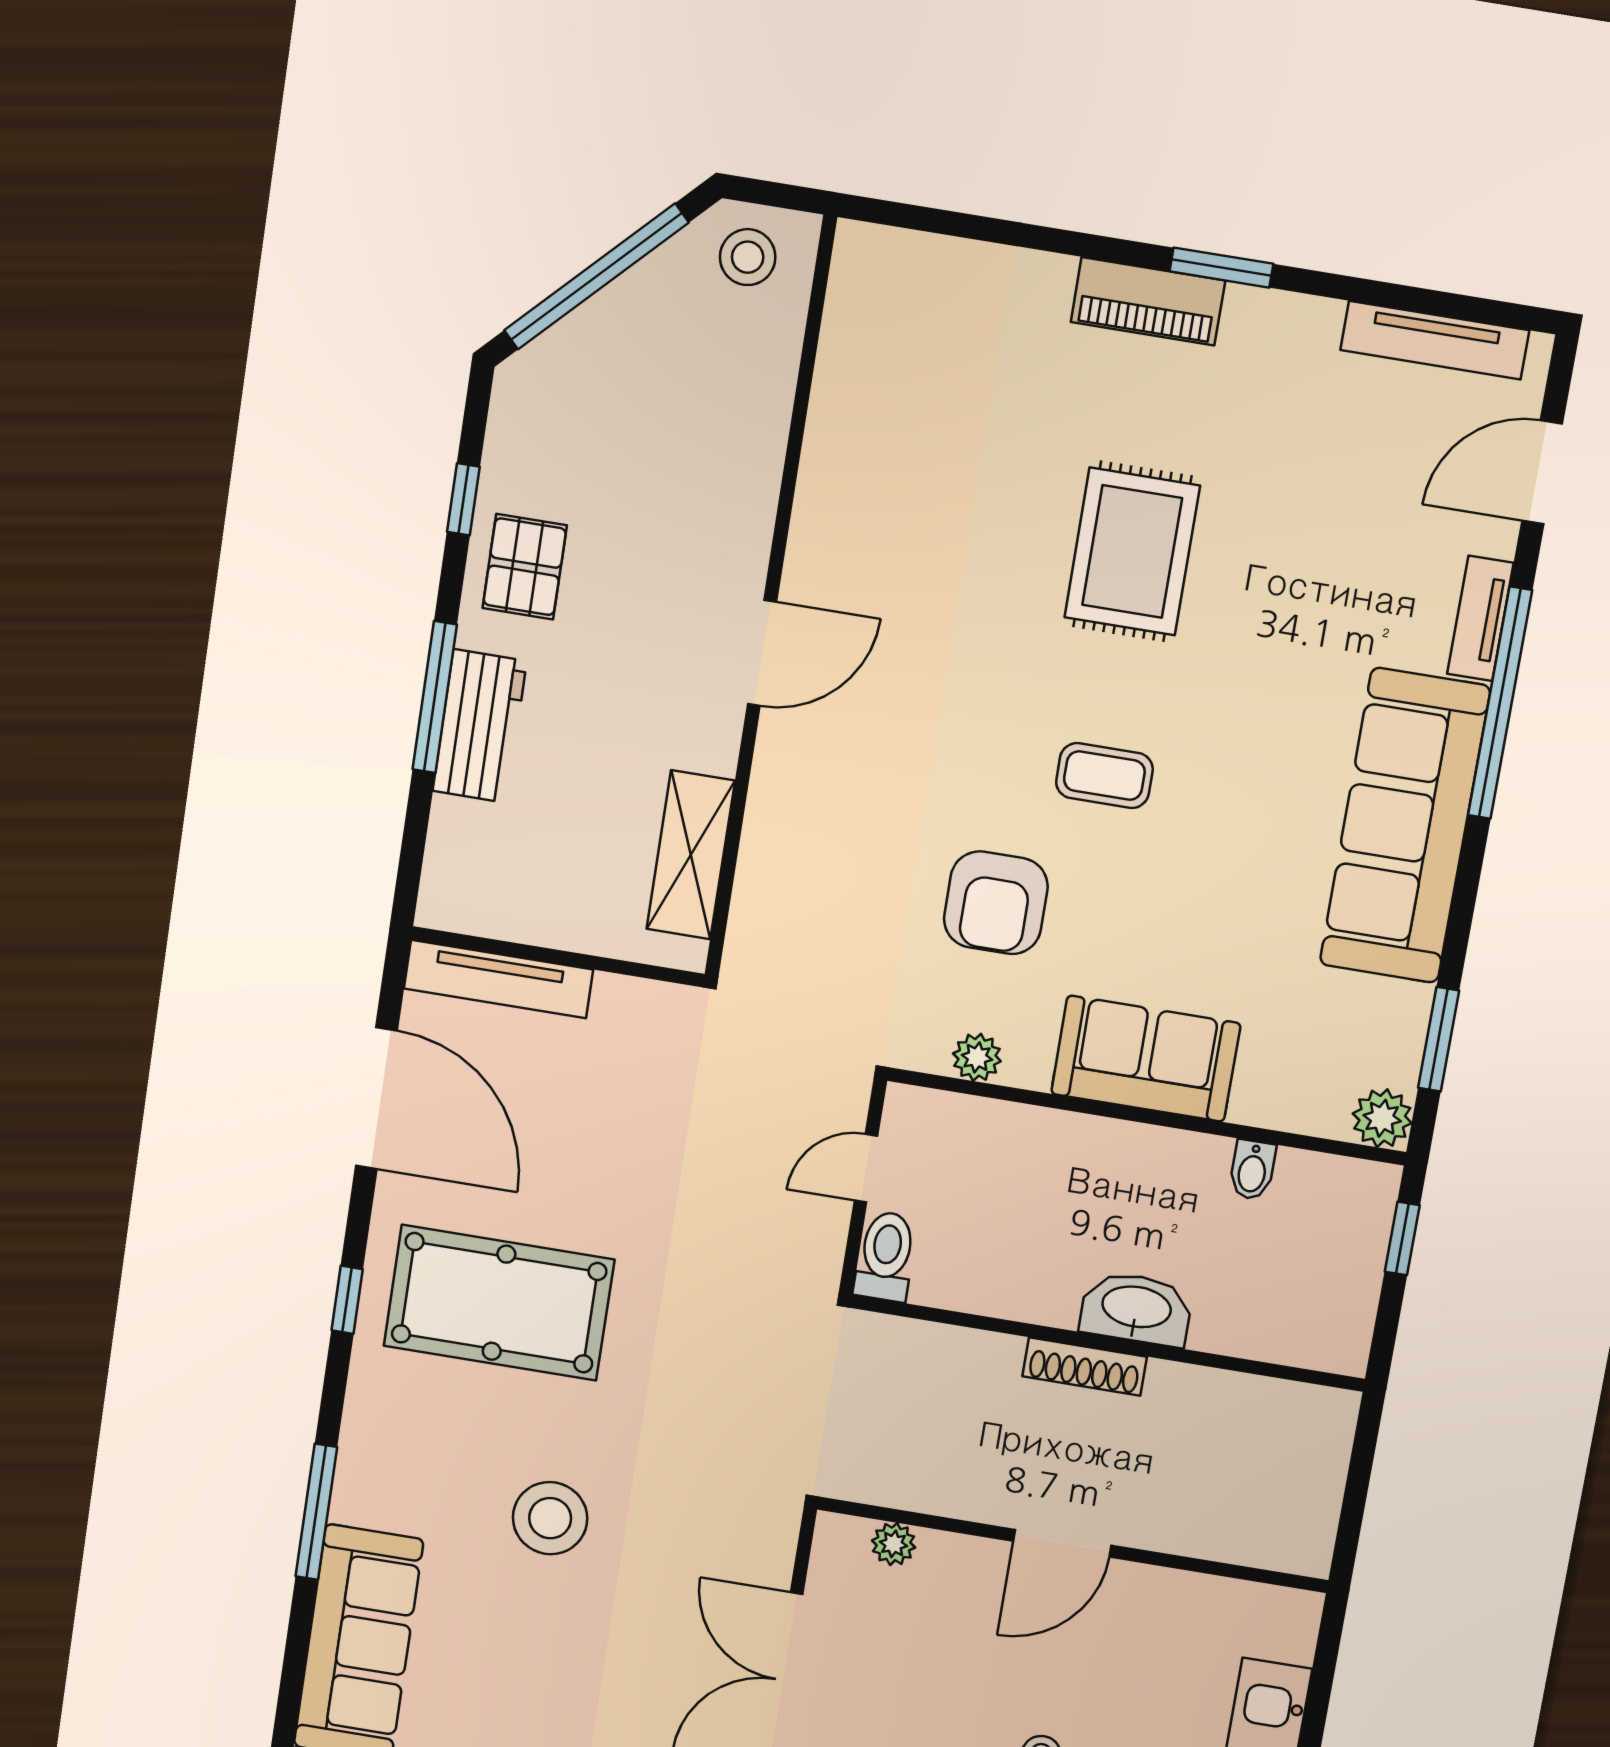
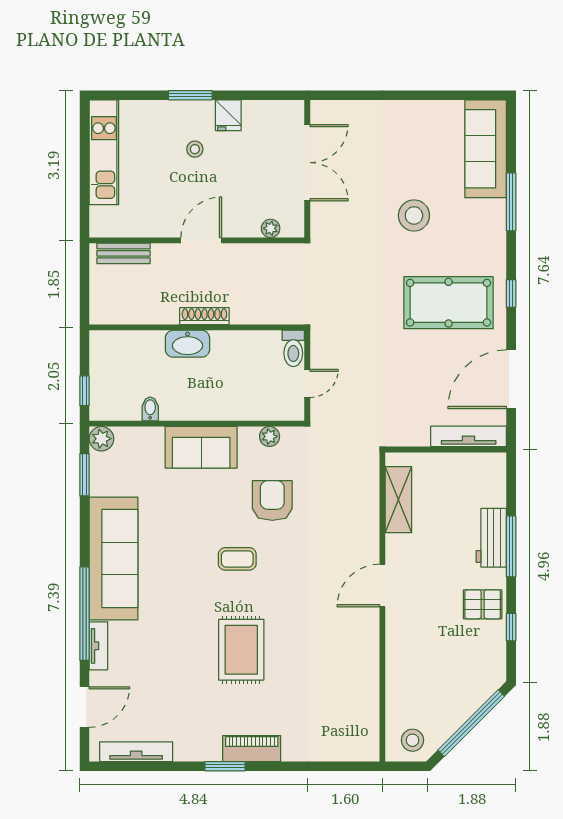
pallet: (525, 567) -> (483, 604), turned 90
door: (376, 1098) -> (511, 379), hinge flipped
bench: (1251, 1543) -> (123, 253), added

